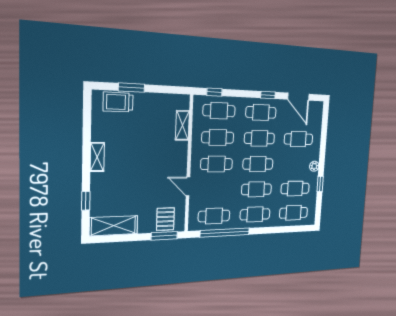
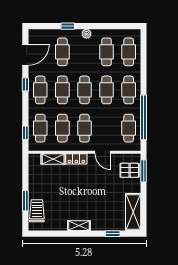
trolley: (118, 102) -> (37, 211), turned 180
locker: (181, 154) -> (76, 159), added
window: (320, 184) -> (68, 26), moved
door: (188, 186) -> (103, 152), hinge flipped

